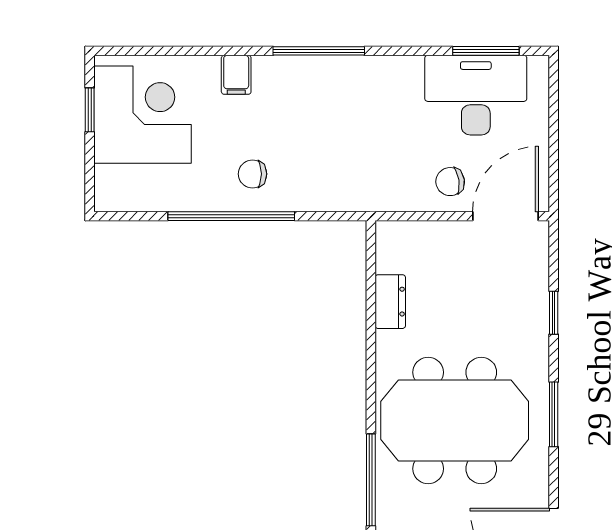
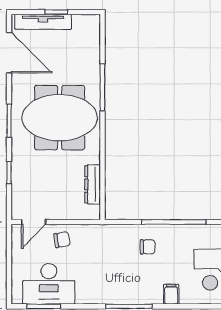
chair: (253, 174) -> (148, 247), moved
door: (506, 216) -> (34, 222), width x0.73
dresser: (390, 302) -> (93, 184), width x1.44

